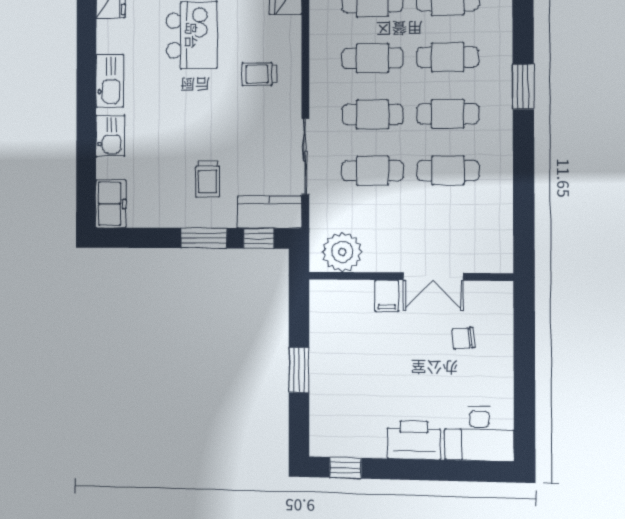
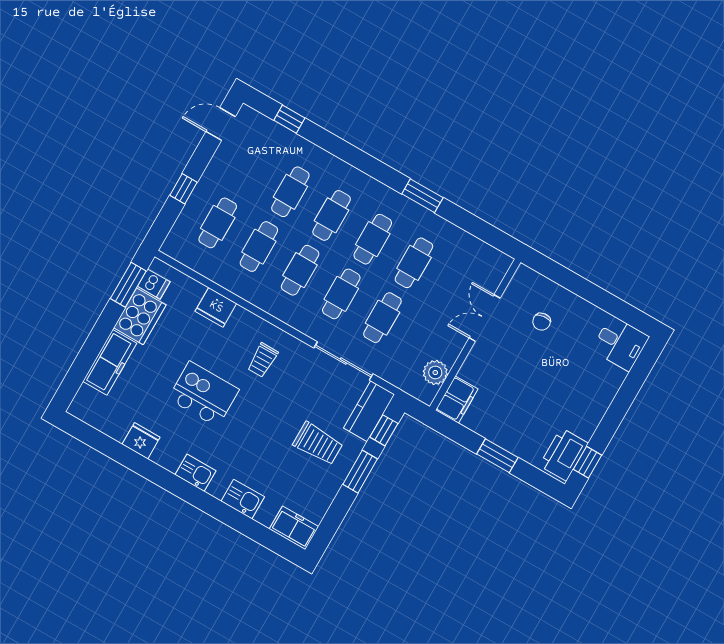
kitchen sink: (110, 81) -> (196, 473), width x0.73
window: (523, 87) -> (422, 196), moved
trolley: (208, 179) -> (318, 444), width x1.36, depth x1.39
plant: (342, 252) -> (435, 372), width x0.73, depth x0.73
double door: (433, 277) -> (485, 318), swing flipped
filing cabinet: (387, 296) -> (457, 400), moved, width x2.00
desk: (479, 434) -> (620, 343), width x0.73
printer: (414, 440) -> (564, 454), moved

